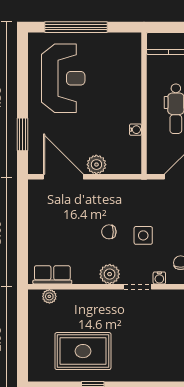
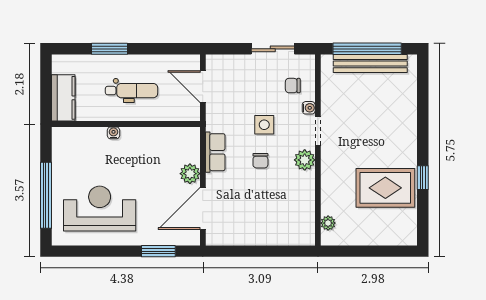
water cooler: (135, 130) -> (113, 133), moved
row of seats: (52, 275) -> (215, 152), moved, turned 180
rug: (83, 351) -> (385, 188), turned 90

